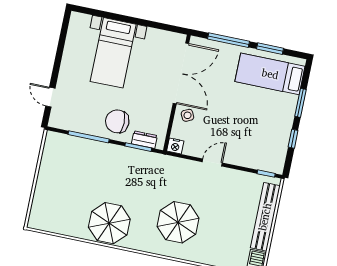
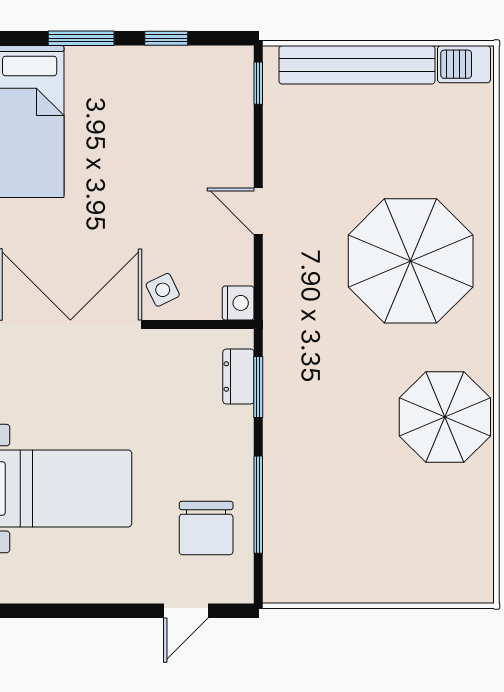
chair: (117, 121) -> (206, 528), moved
parasol: (178, 222) -> (411, 261), width x1.36, depth x1.36

